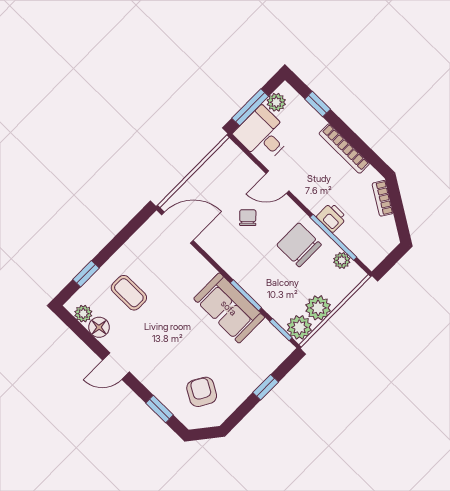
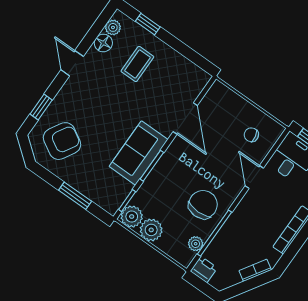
printer: (332, 217) -> (204, 269), moved, turned -90
chair: (248, 218) -> (251, 135), moved, turned -146
door: (177, 228) -> (185, 119), moved
window: (266, 387) -> (75, 196), width x1.50
armchair: (202, 392) -> (62, 141), width x1.38, depth x1.38

